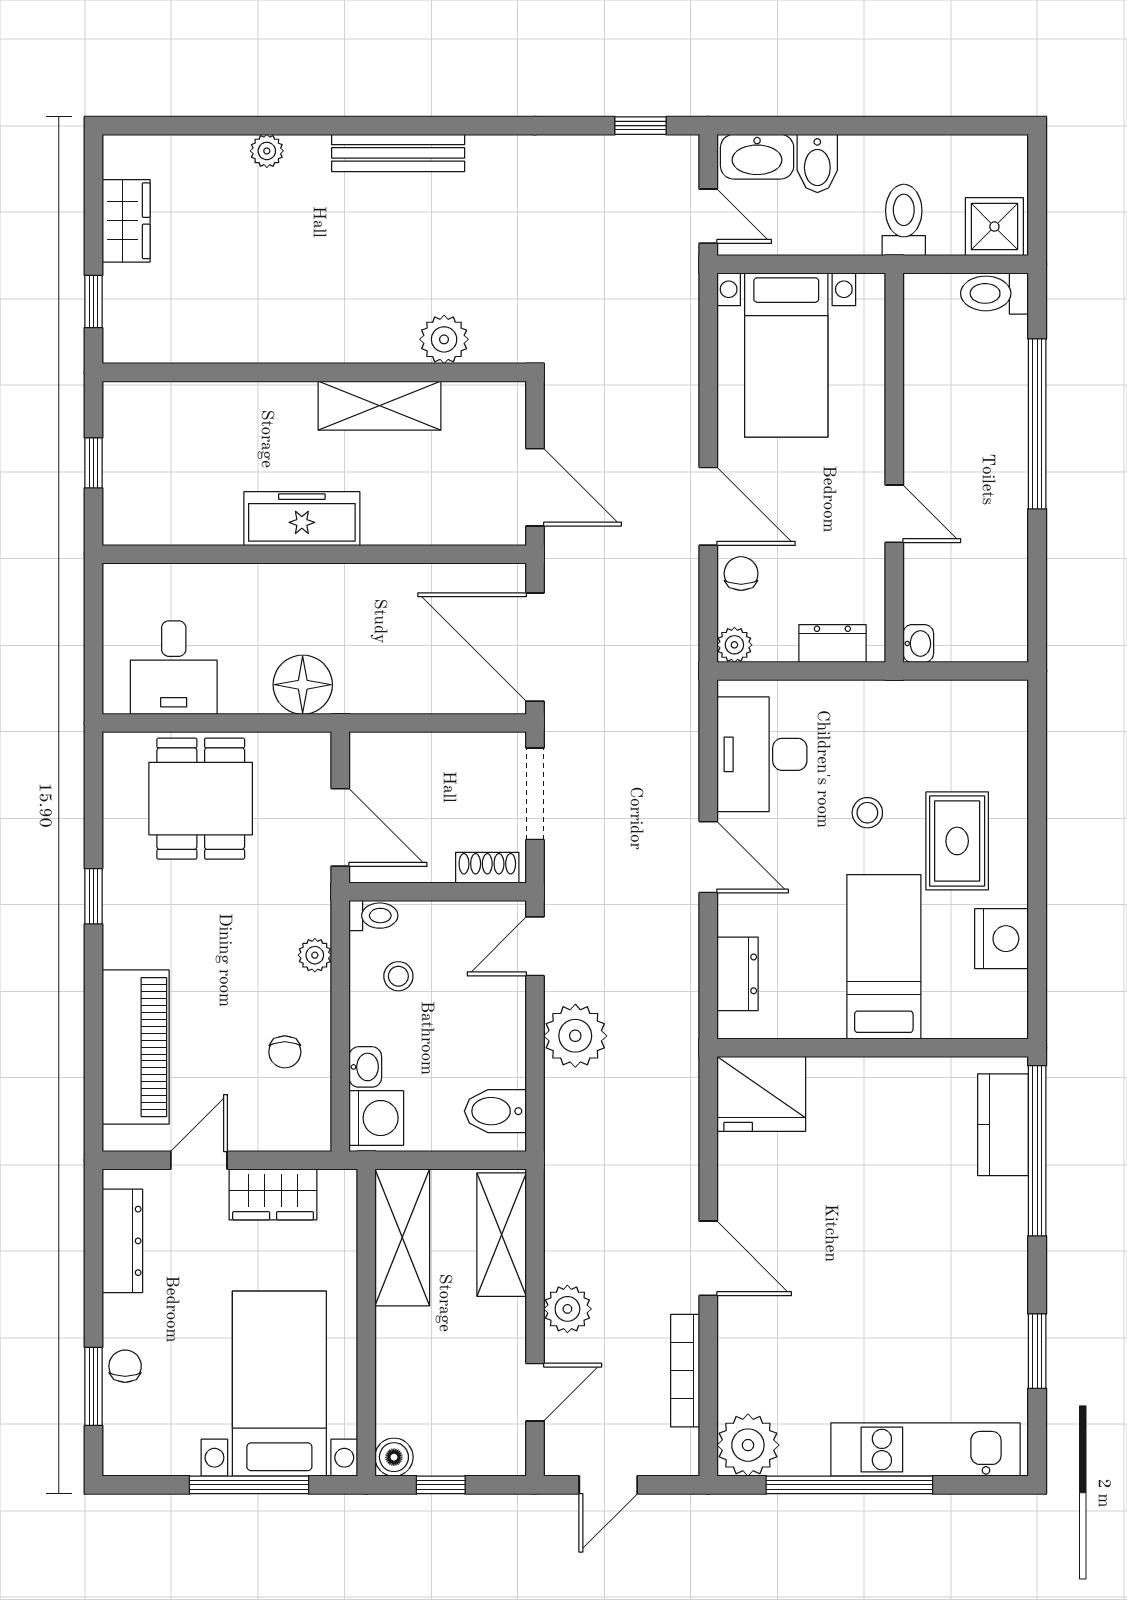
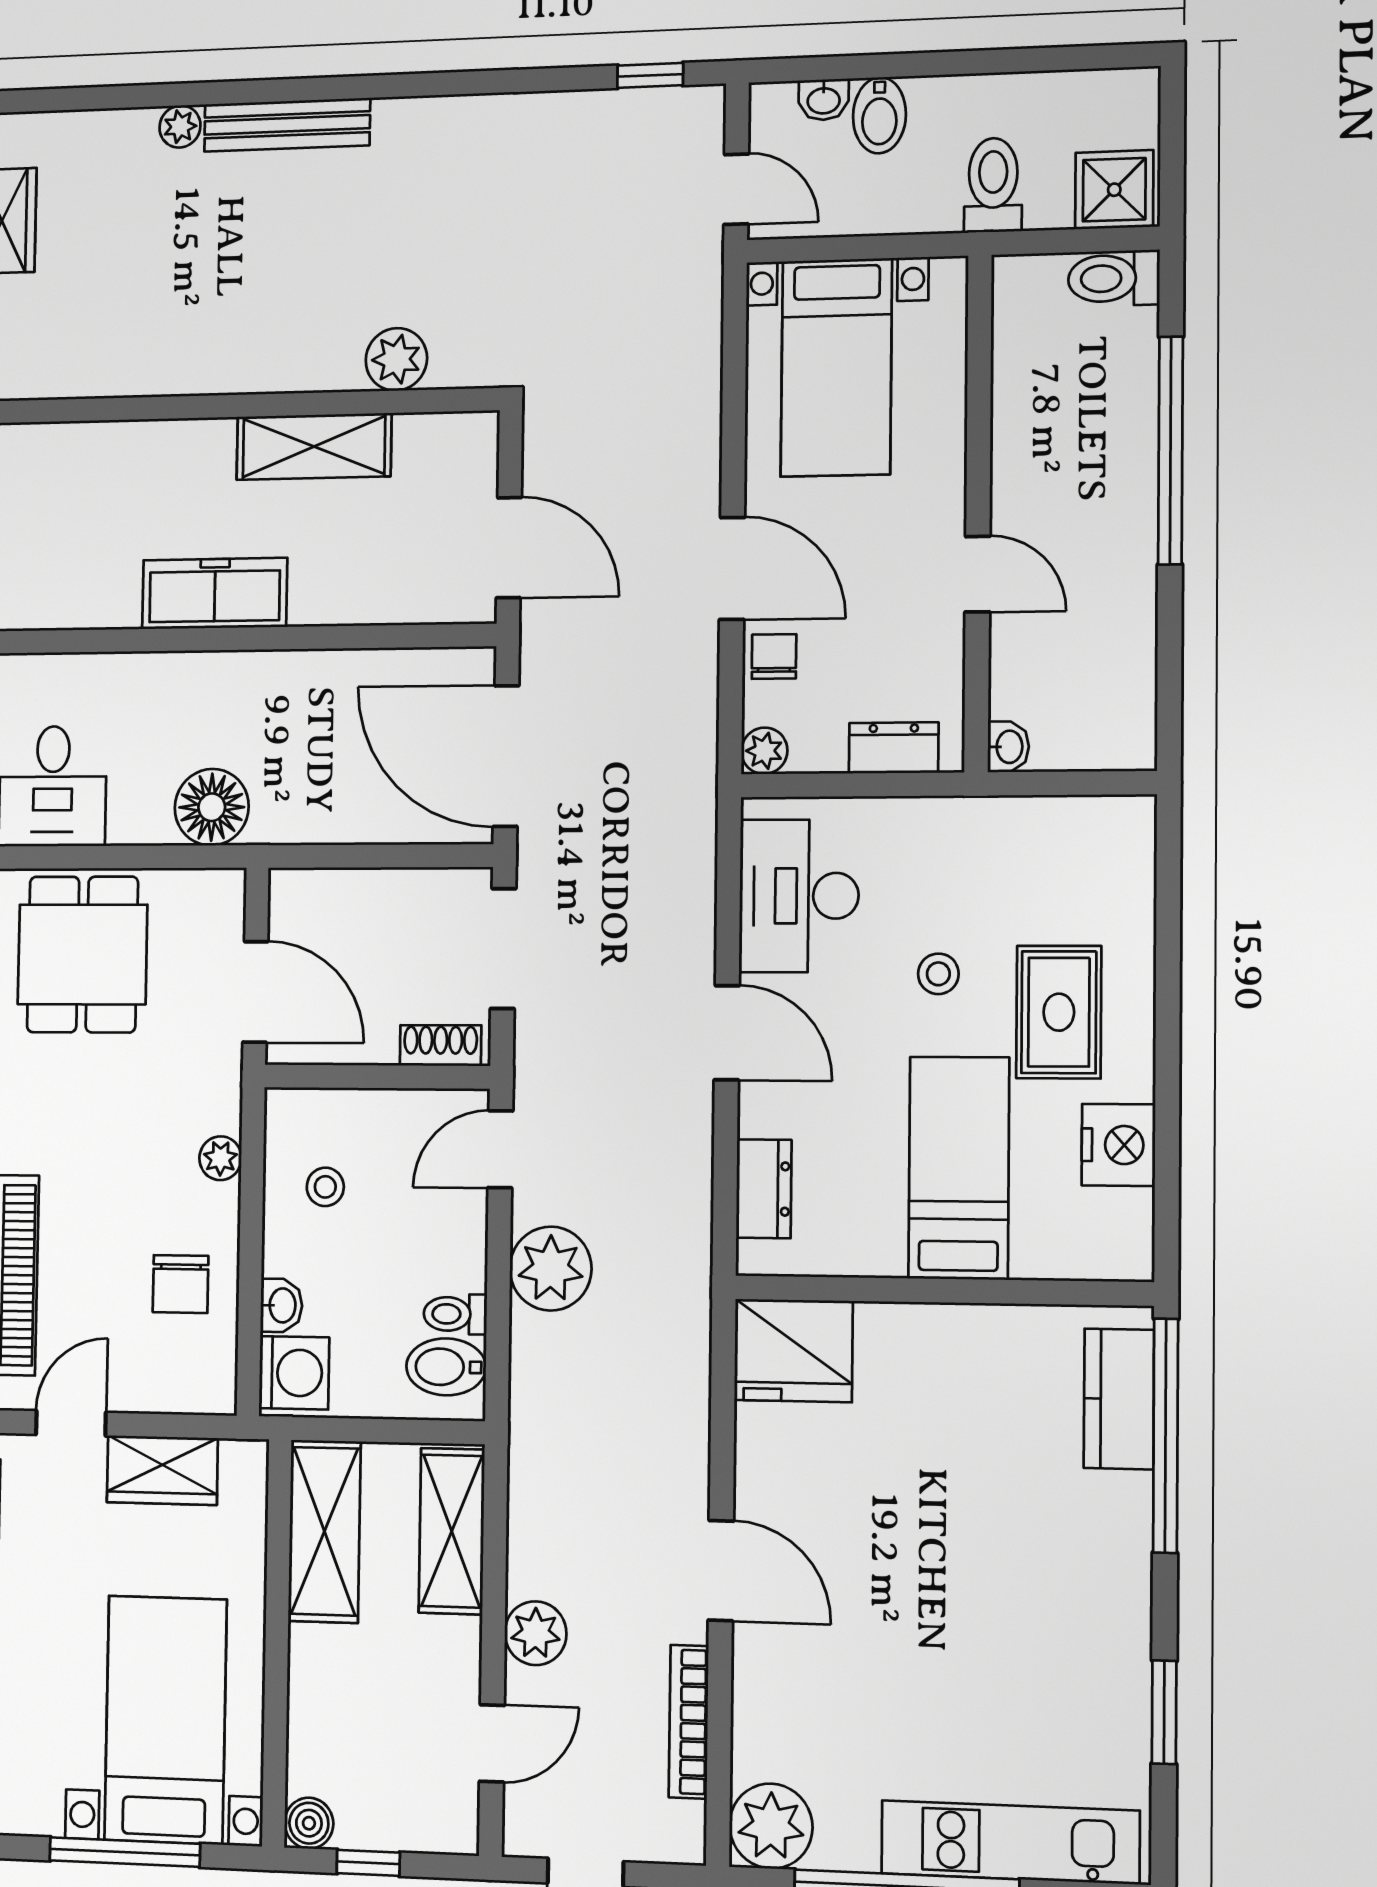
bench: (398, 153) -> (287, 125), moved
washbasin: (757, 157) -> (824, 100), width x0.52, depth x0.69
toilet: (373, 916) -> (455, 1314), moved, turned 180
chair: (285, 1052) -> (181, 1284), width x1.37, depth x1.37

